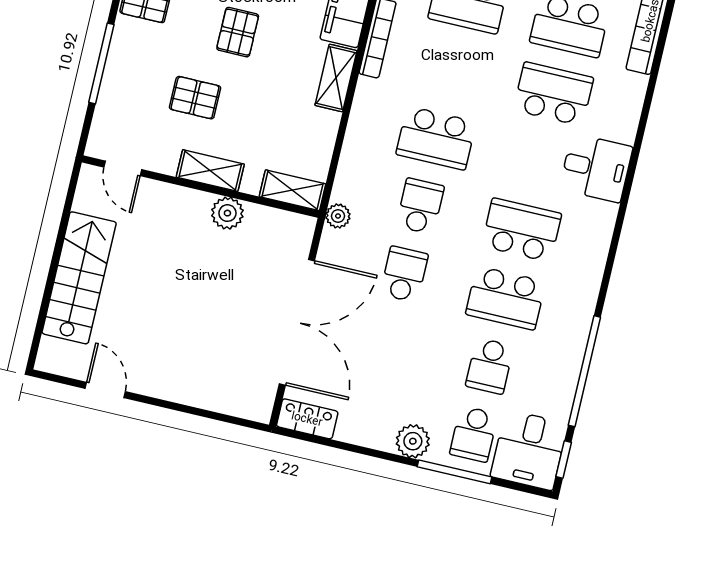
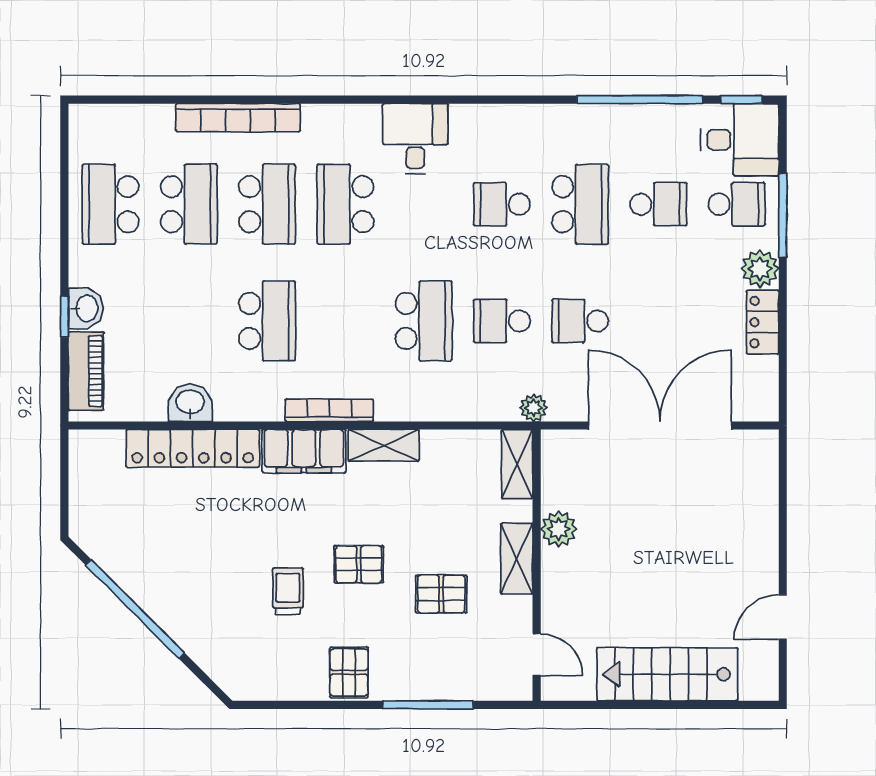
pallet: (195, 98) -> (441, 594), turned 90
door: (123, 168) -> (537, 655), hinge flipped
school desk: (522, 230) -> (502, 204), width x0.54
locker: (307, 419) -> (763, 322), moved

